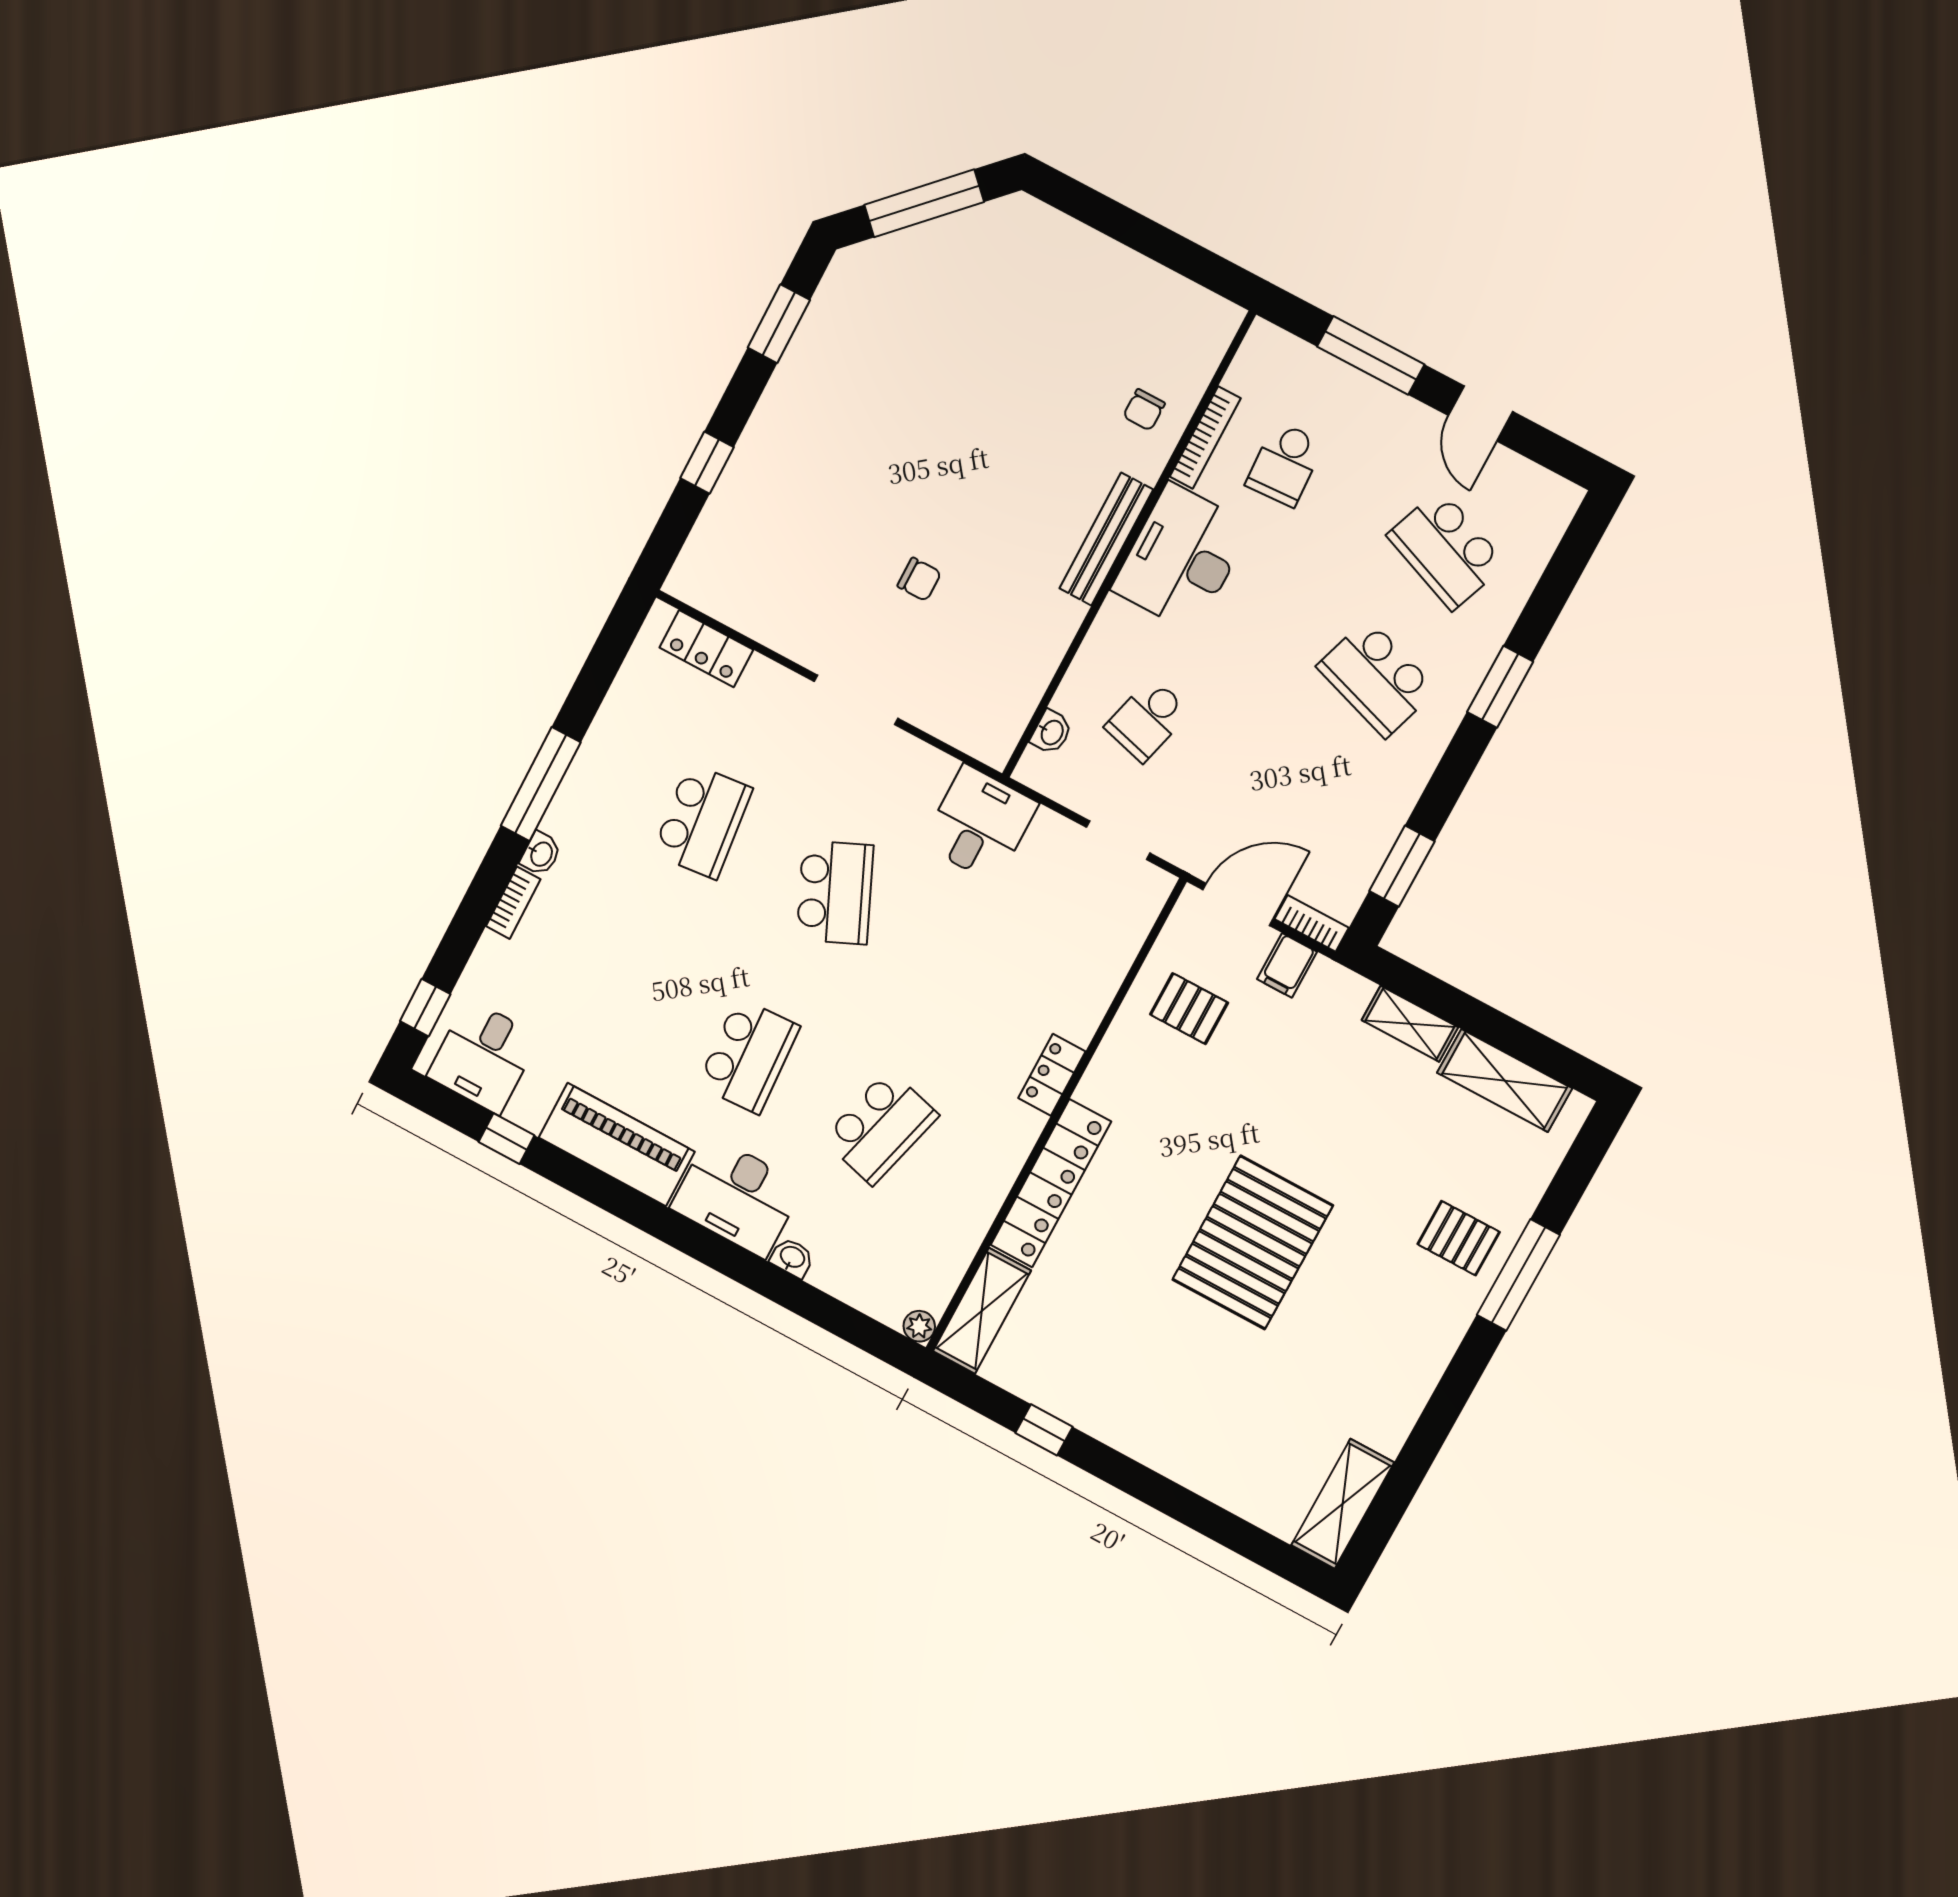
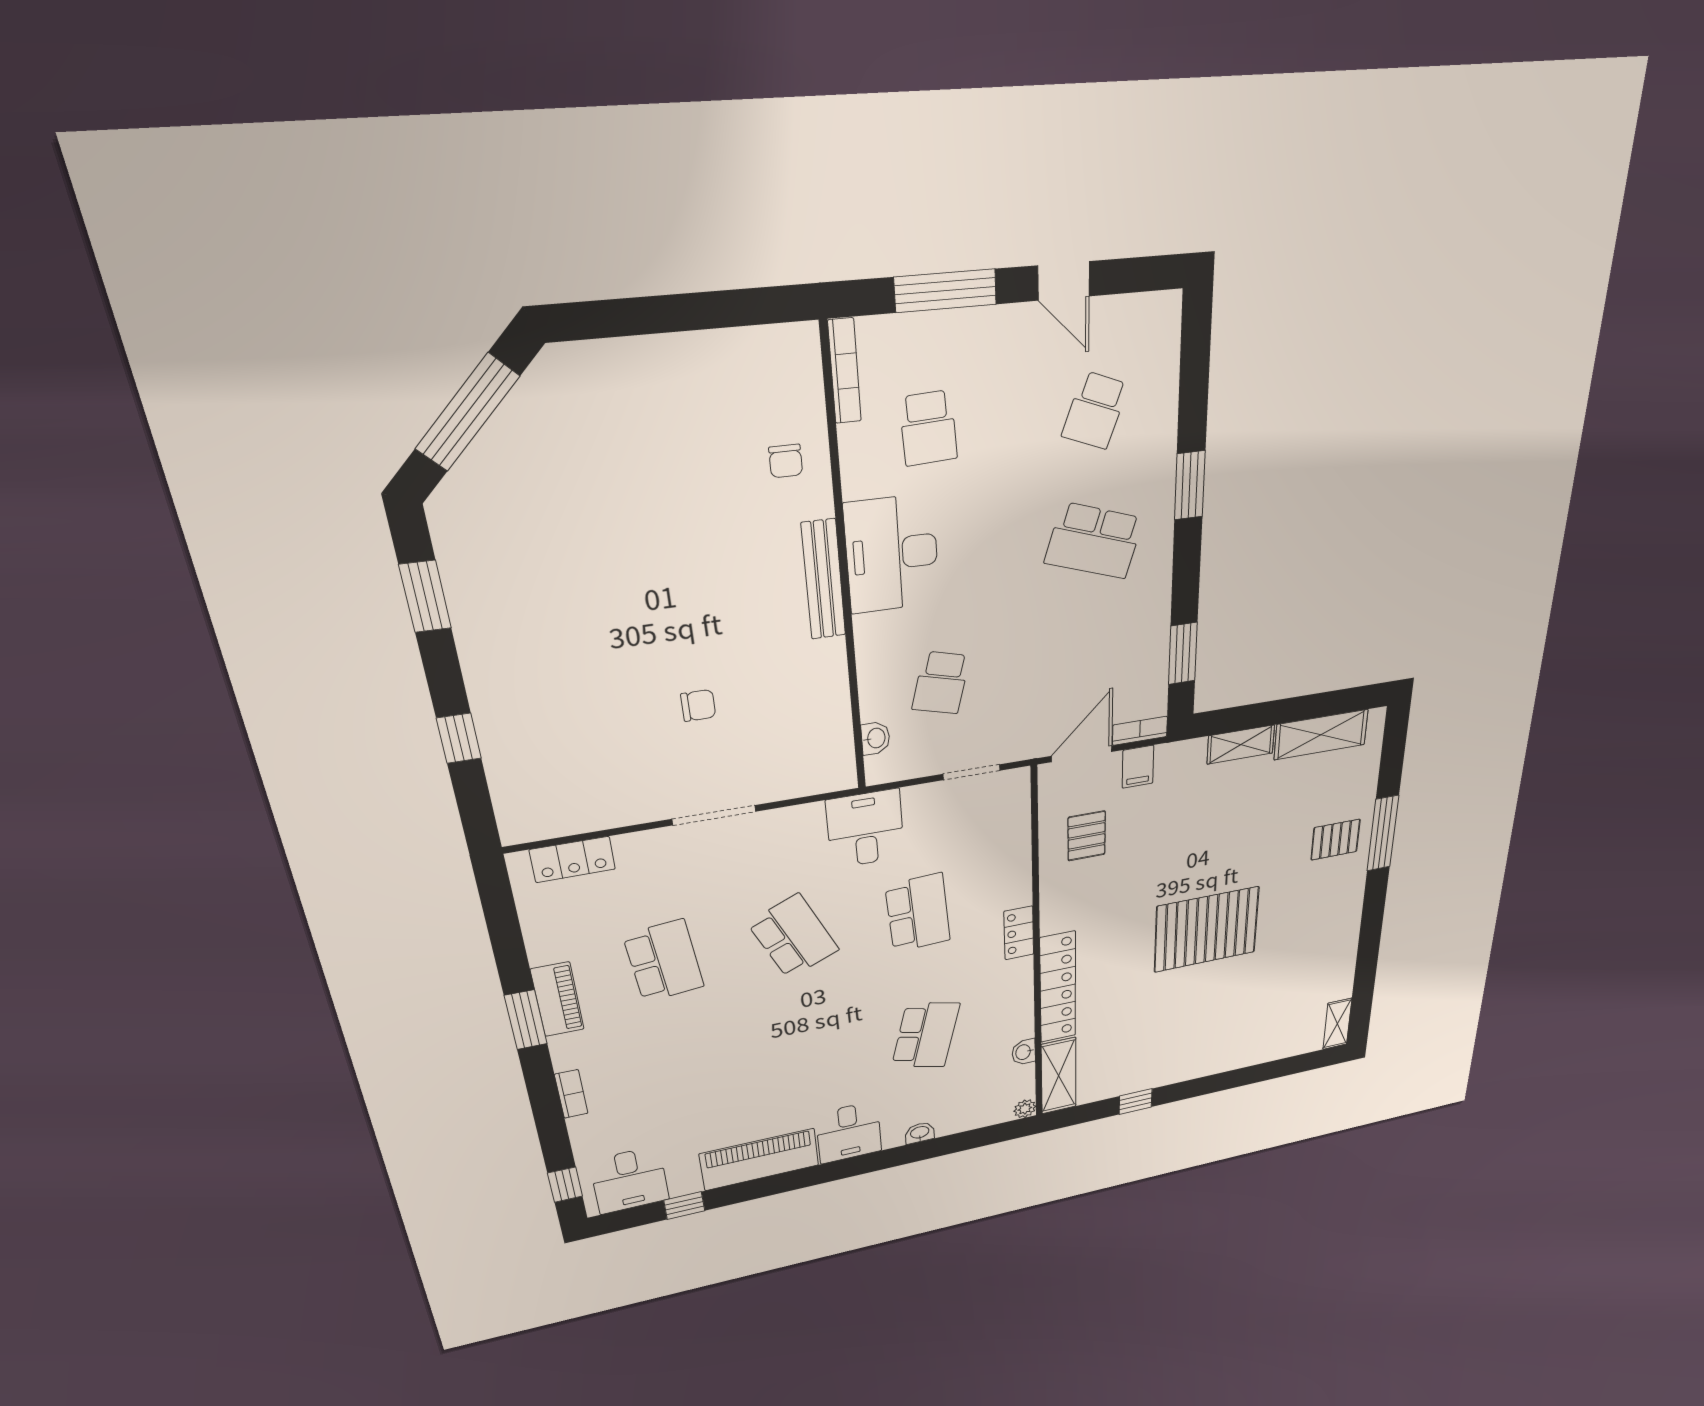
bookcase: (1205, 437) -> (845, 371), moved
school desk: (1446, 550) -> (1095, 410), width x0.54
window: (541, 784) -> (526, 1020), width x0.69
piano: (583, 785) -> (557, 999), added
washbasin: (541, 854) -> (1024, 1052), moved, turned 180
pallet: (1189, 1009) -> (1087, 836), turned 90
school desk: (748, 1056) -> (918, 913), moved
desk: (737, 1197) -> (849, 1132), width x0.73
pallet: (1253, 1243) -> (1206, 929), turned 90
shelving: (1343, 1504) -> (1337, 1024), width x0.67, depth x0.75

